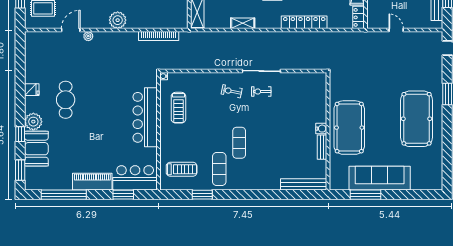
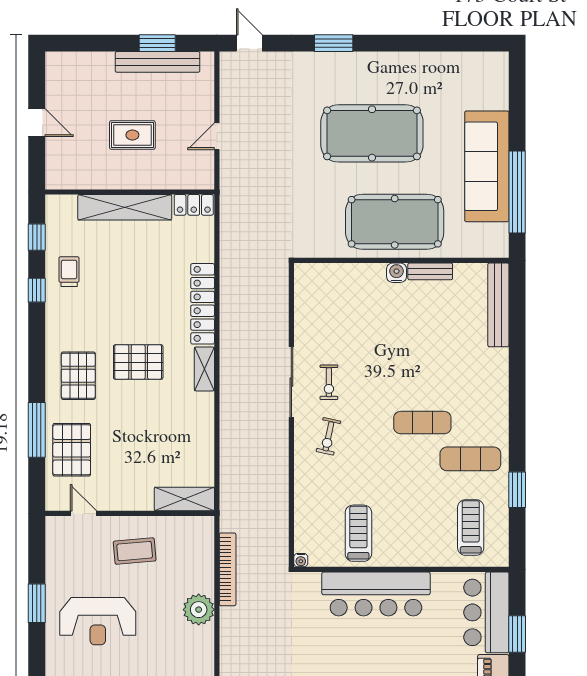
plant: (118, 20) -> (199, 610), moved
shelving: (243, 23) -> (204, 369), moved
treadmill: (178, 108) -> (358, 533), turned -90
pool table: (417, 119) -> (372, 133), moved
window: (366, 195) -> (517, 192), width x1.46

